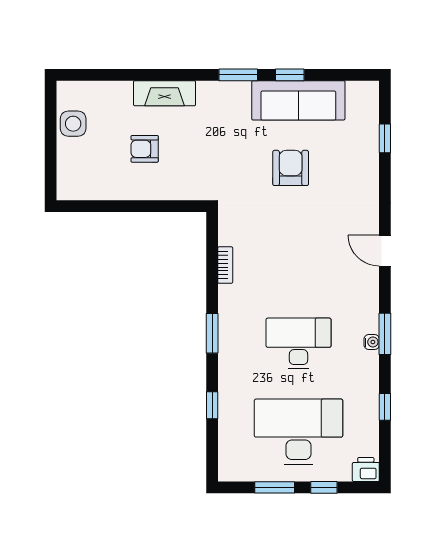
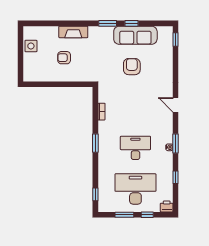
window: (385, 138) -> (176, 39), moved
window: (212, 405) -> (95, 194), moved

